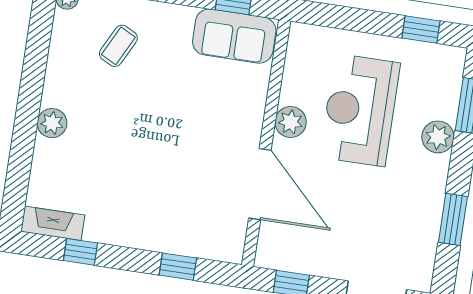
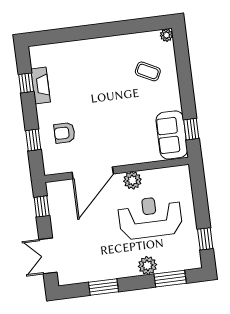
plant: (52, 123) -> (94, 46), removed
armchair: (181, 212) -> (64, 133), added
fireplace: (53, 223) -> (41, 86), moved

